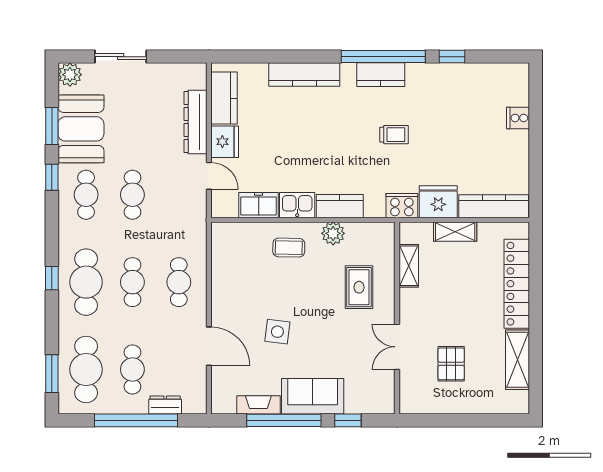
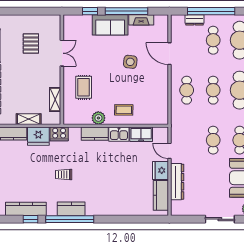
kitchen counter: (304, 75) -> (26, 209), moved

